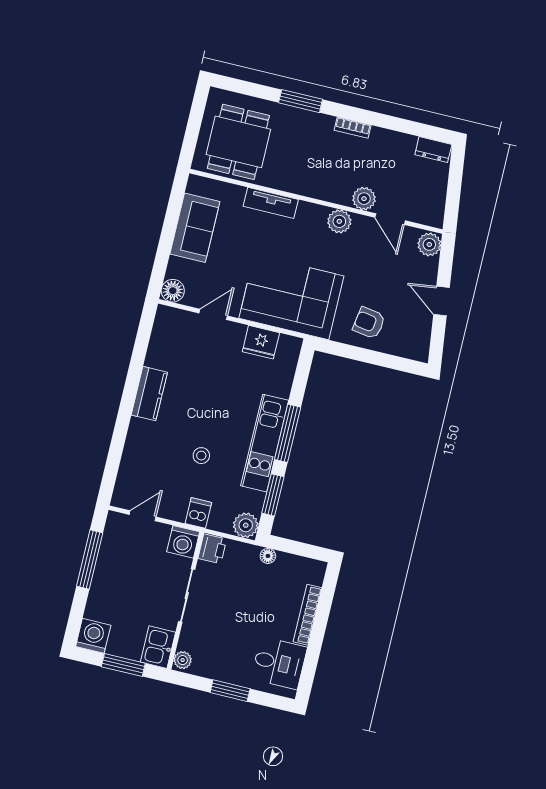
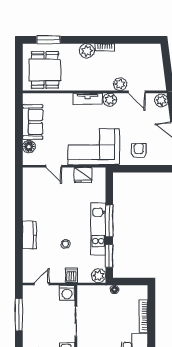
window: (301, 101) -> (48, 40), moved
plant: (320, 126) -> (87, 51), added
dresser: (433, 150) -> (151, 49), removed
tv unit: (271, 203) -> (88, 99), moved
floor lamp: (173, 291) -> (29, 147), moved
door: (213, 314) -> (54, 166), swing flipped
armchair: (369, 323) -> (139, 151), turned 81
kitchen counter: (149, 394) -> (29, 235), moved
printer: (212, 549) -> (84, 293), removed

